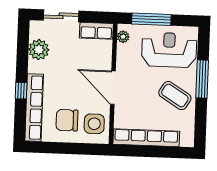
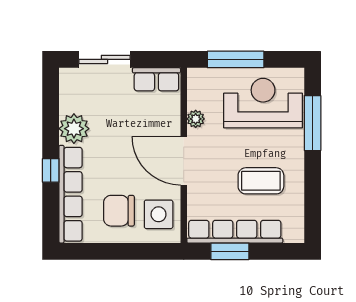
plant: (123, 37) -> (196, 119), moved
plant: (39, 50) -> (74, 129), moved
window: (202, 79) -> (313, 123), moved
coffee table: (175, 96) -> (261, 181), moved, turned -32
window: (142, 151) -> (230, 251), added

